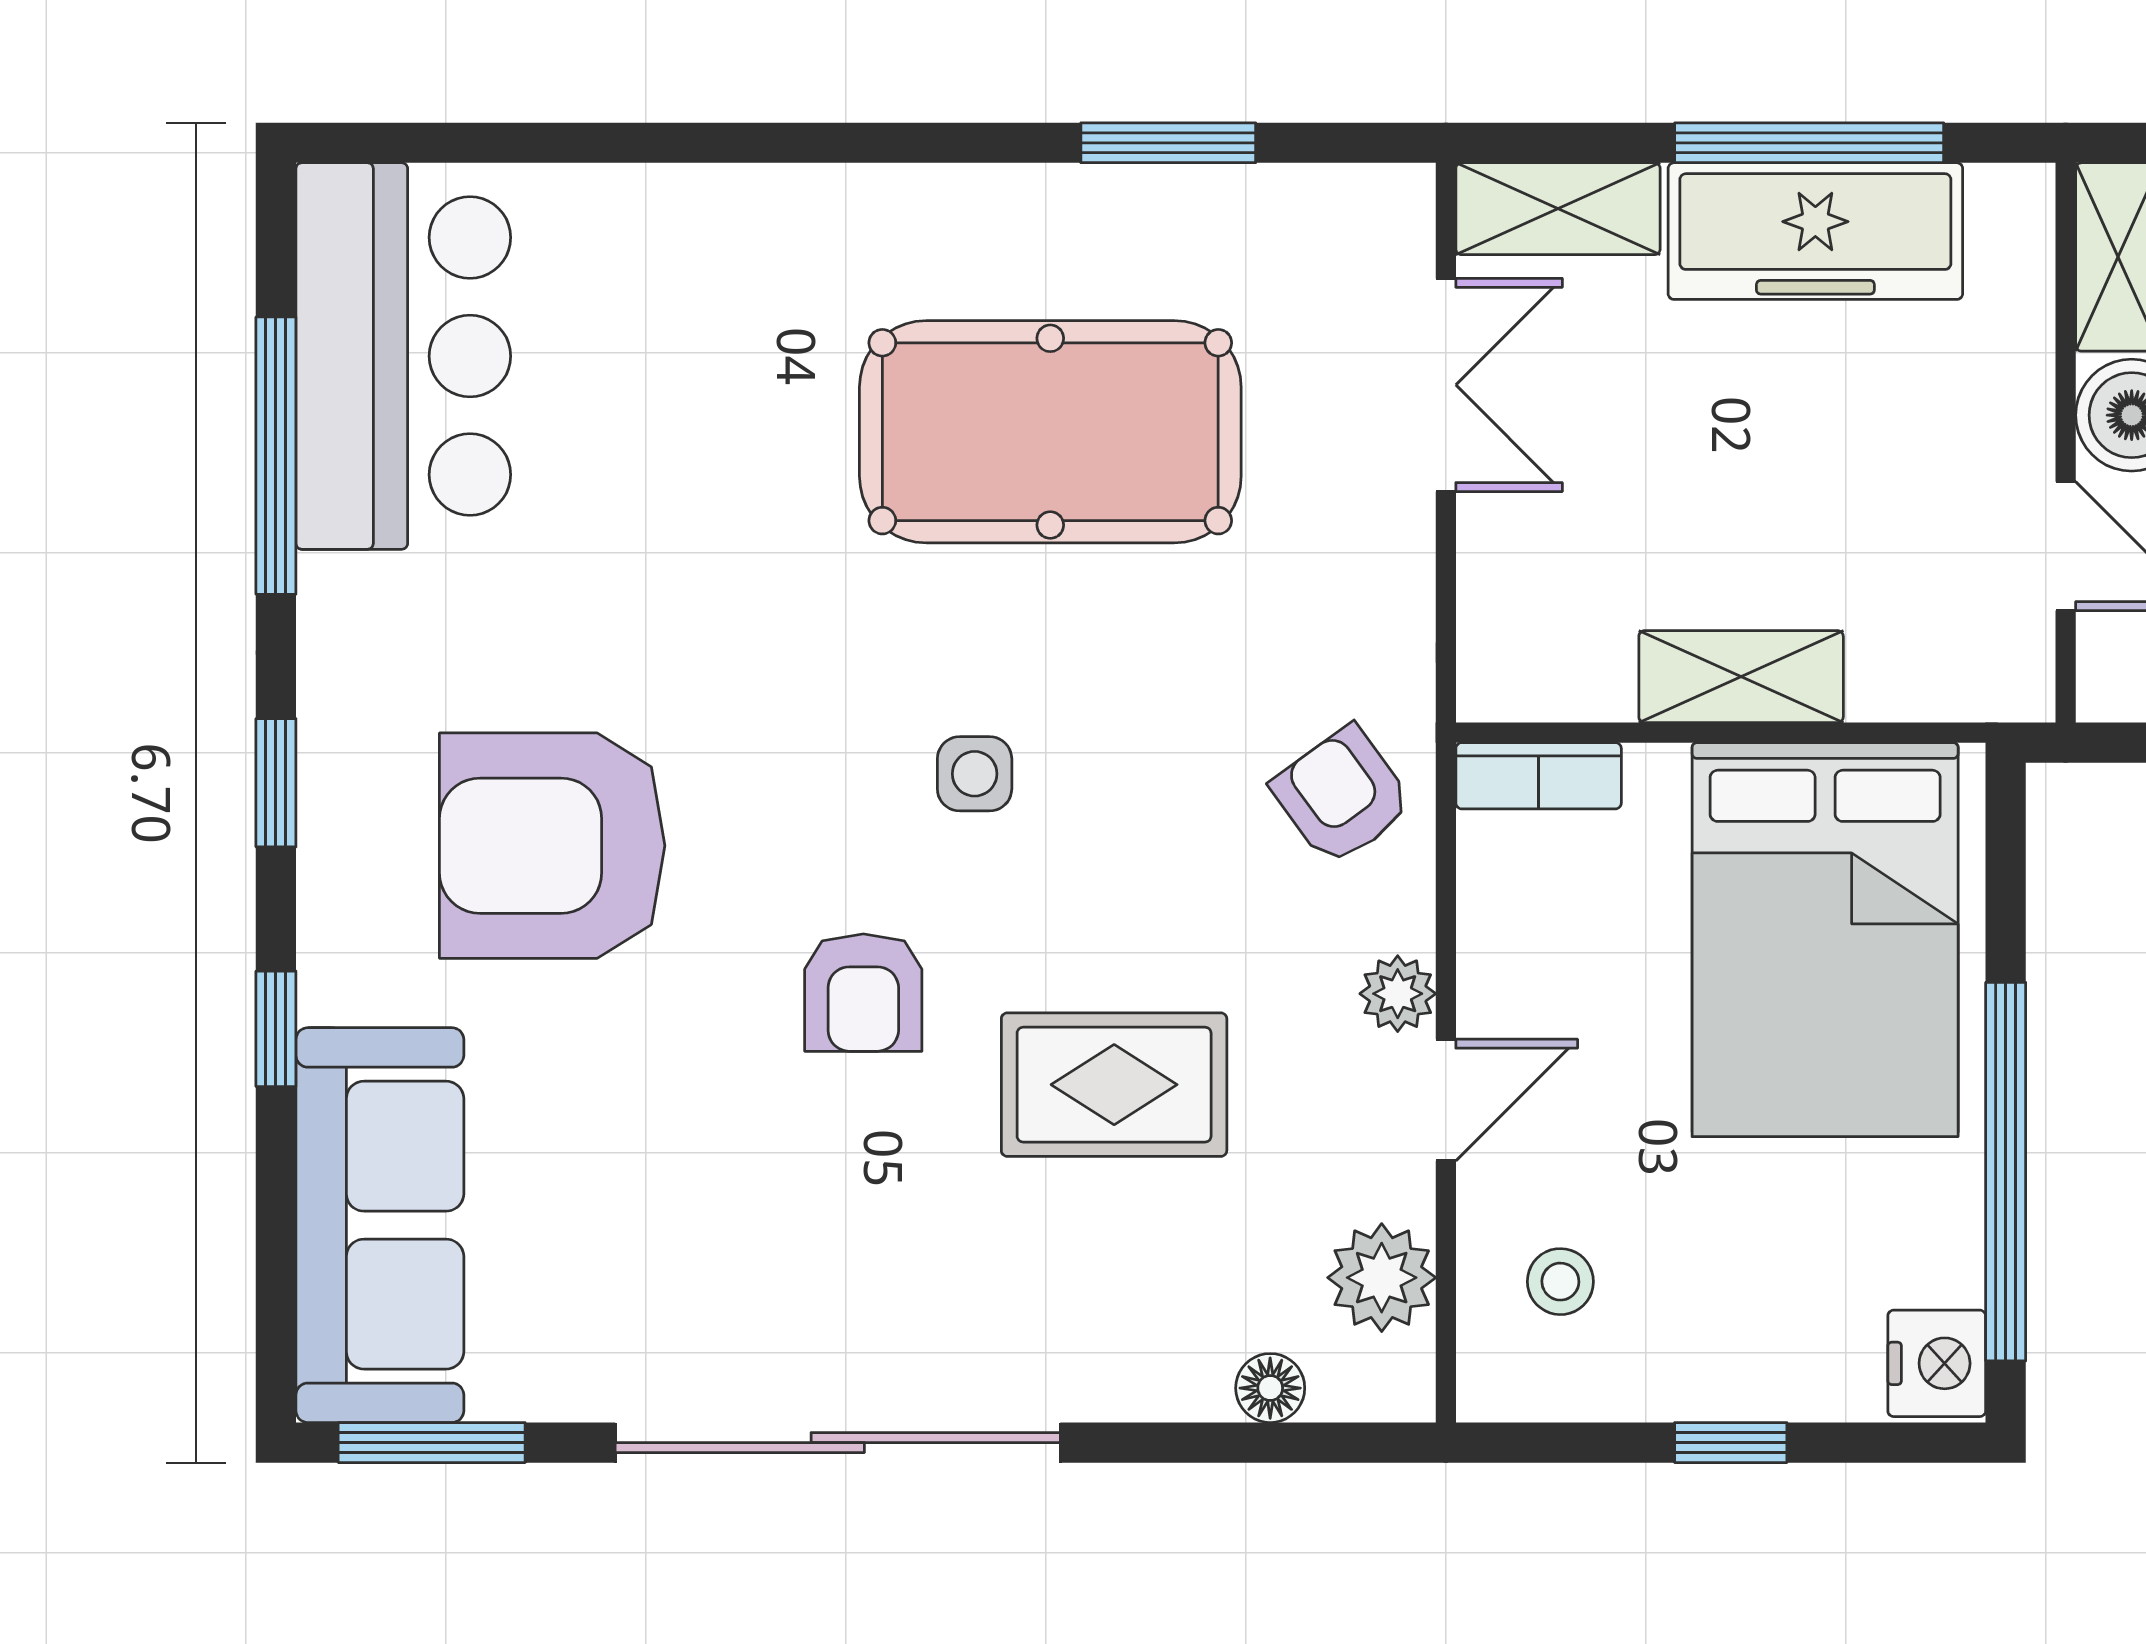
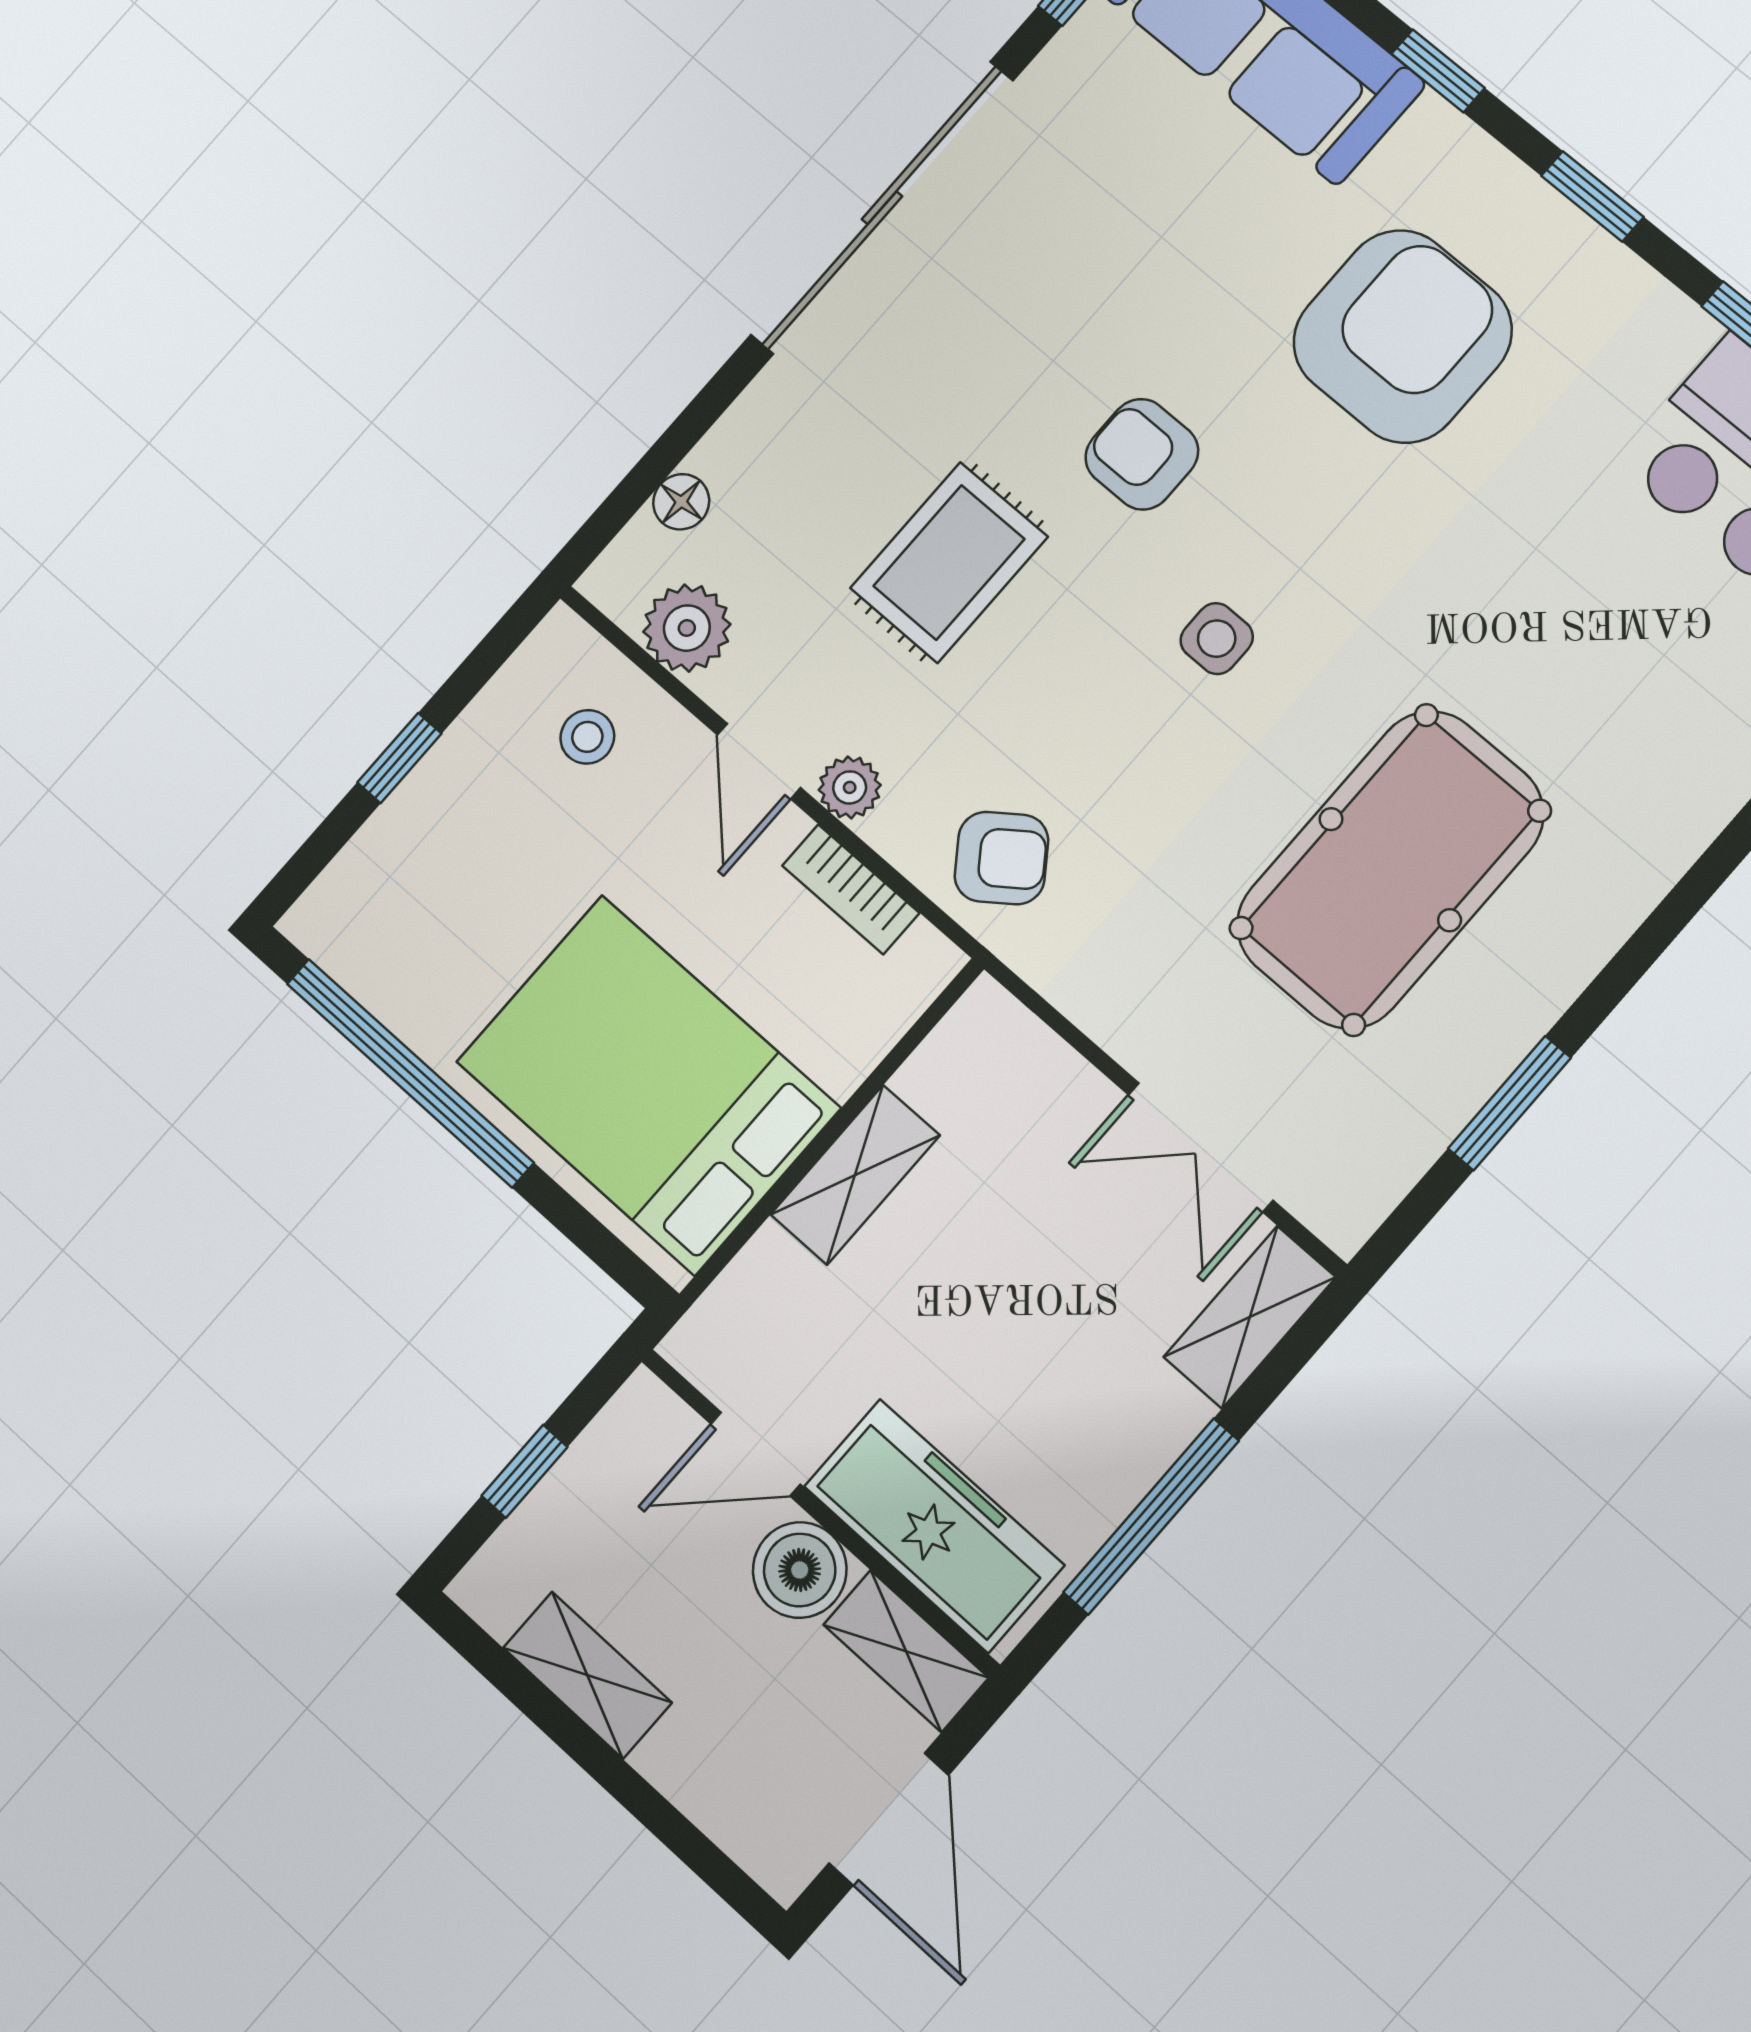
freezer: (1815, 231) -> (934, 1526), moved, turned 90
bookcase: (1539, 776) -> (851, 889), moved, turned -90
nightstand: (1937, 1363) -> (334, 927), removed

